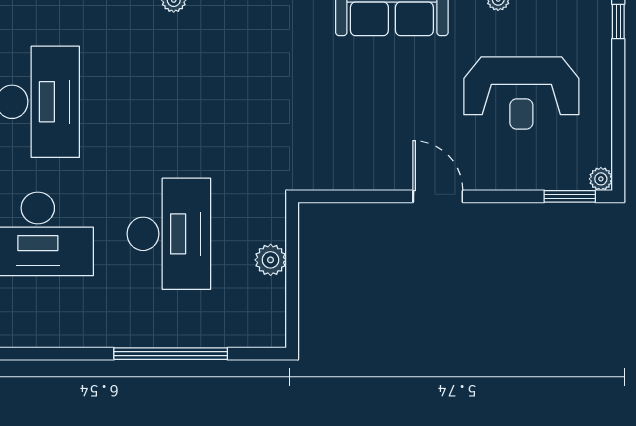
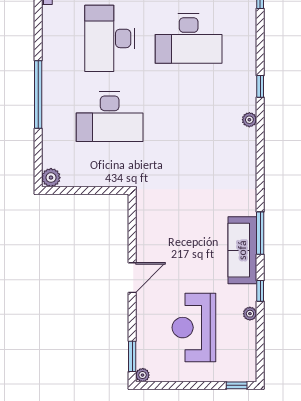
plant: (271, 260) -> (51, 178), moved
window: (171, 354) -> (38, 95), moved

